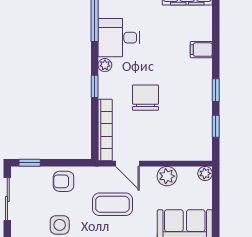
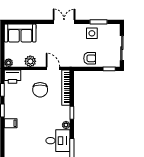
filing cabinet: (201, 50) -> (11, 123), moved
chair: (146, 98) -> (40, 90), moved
printer: (198, 149) -> (13, 77), added
coffee table: (112, 204) -> (62, 45), removed

